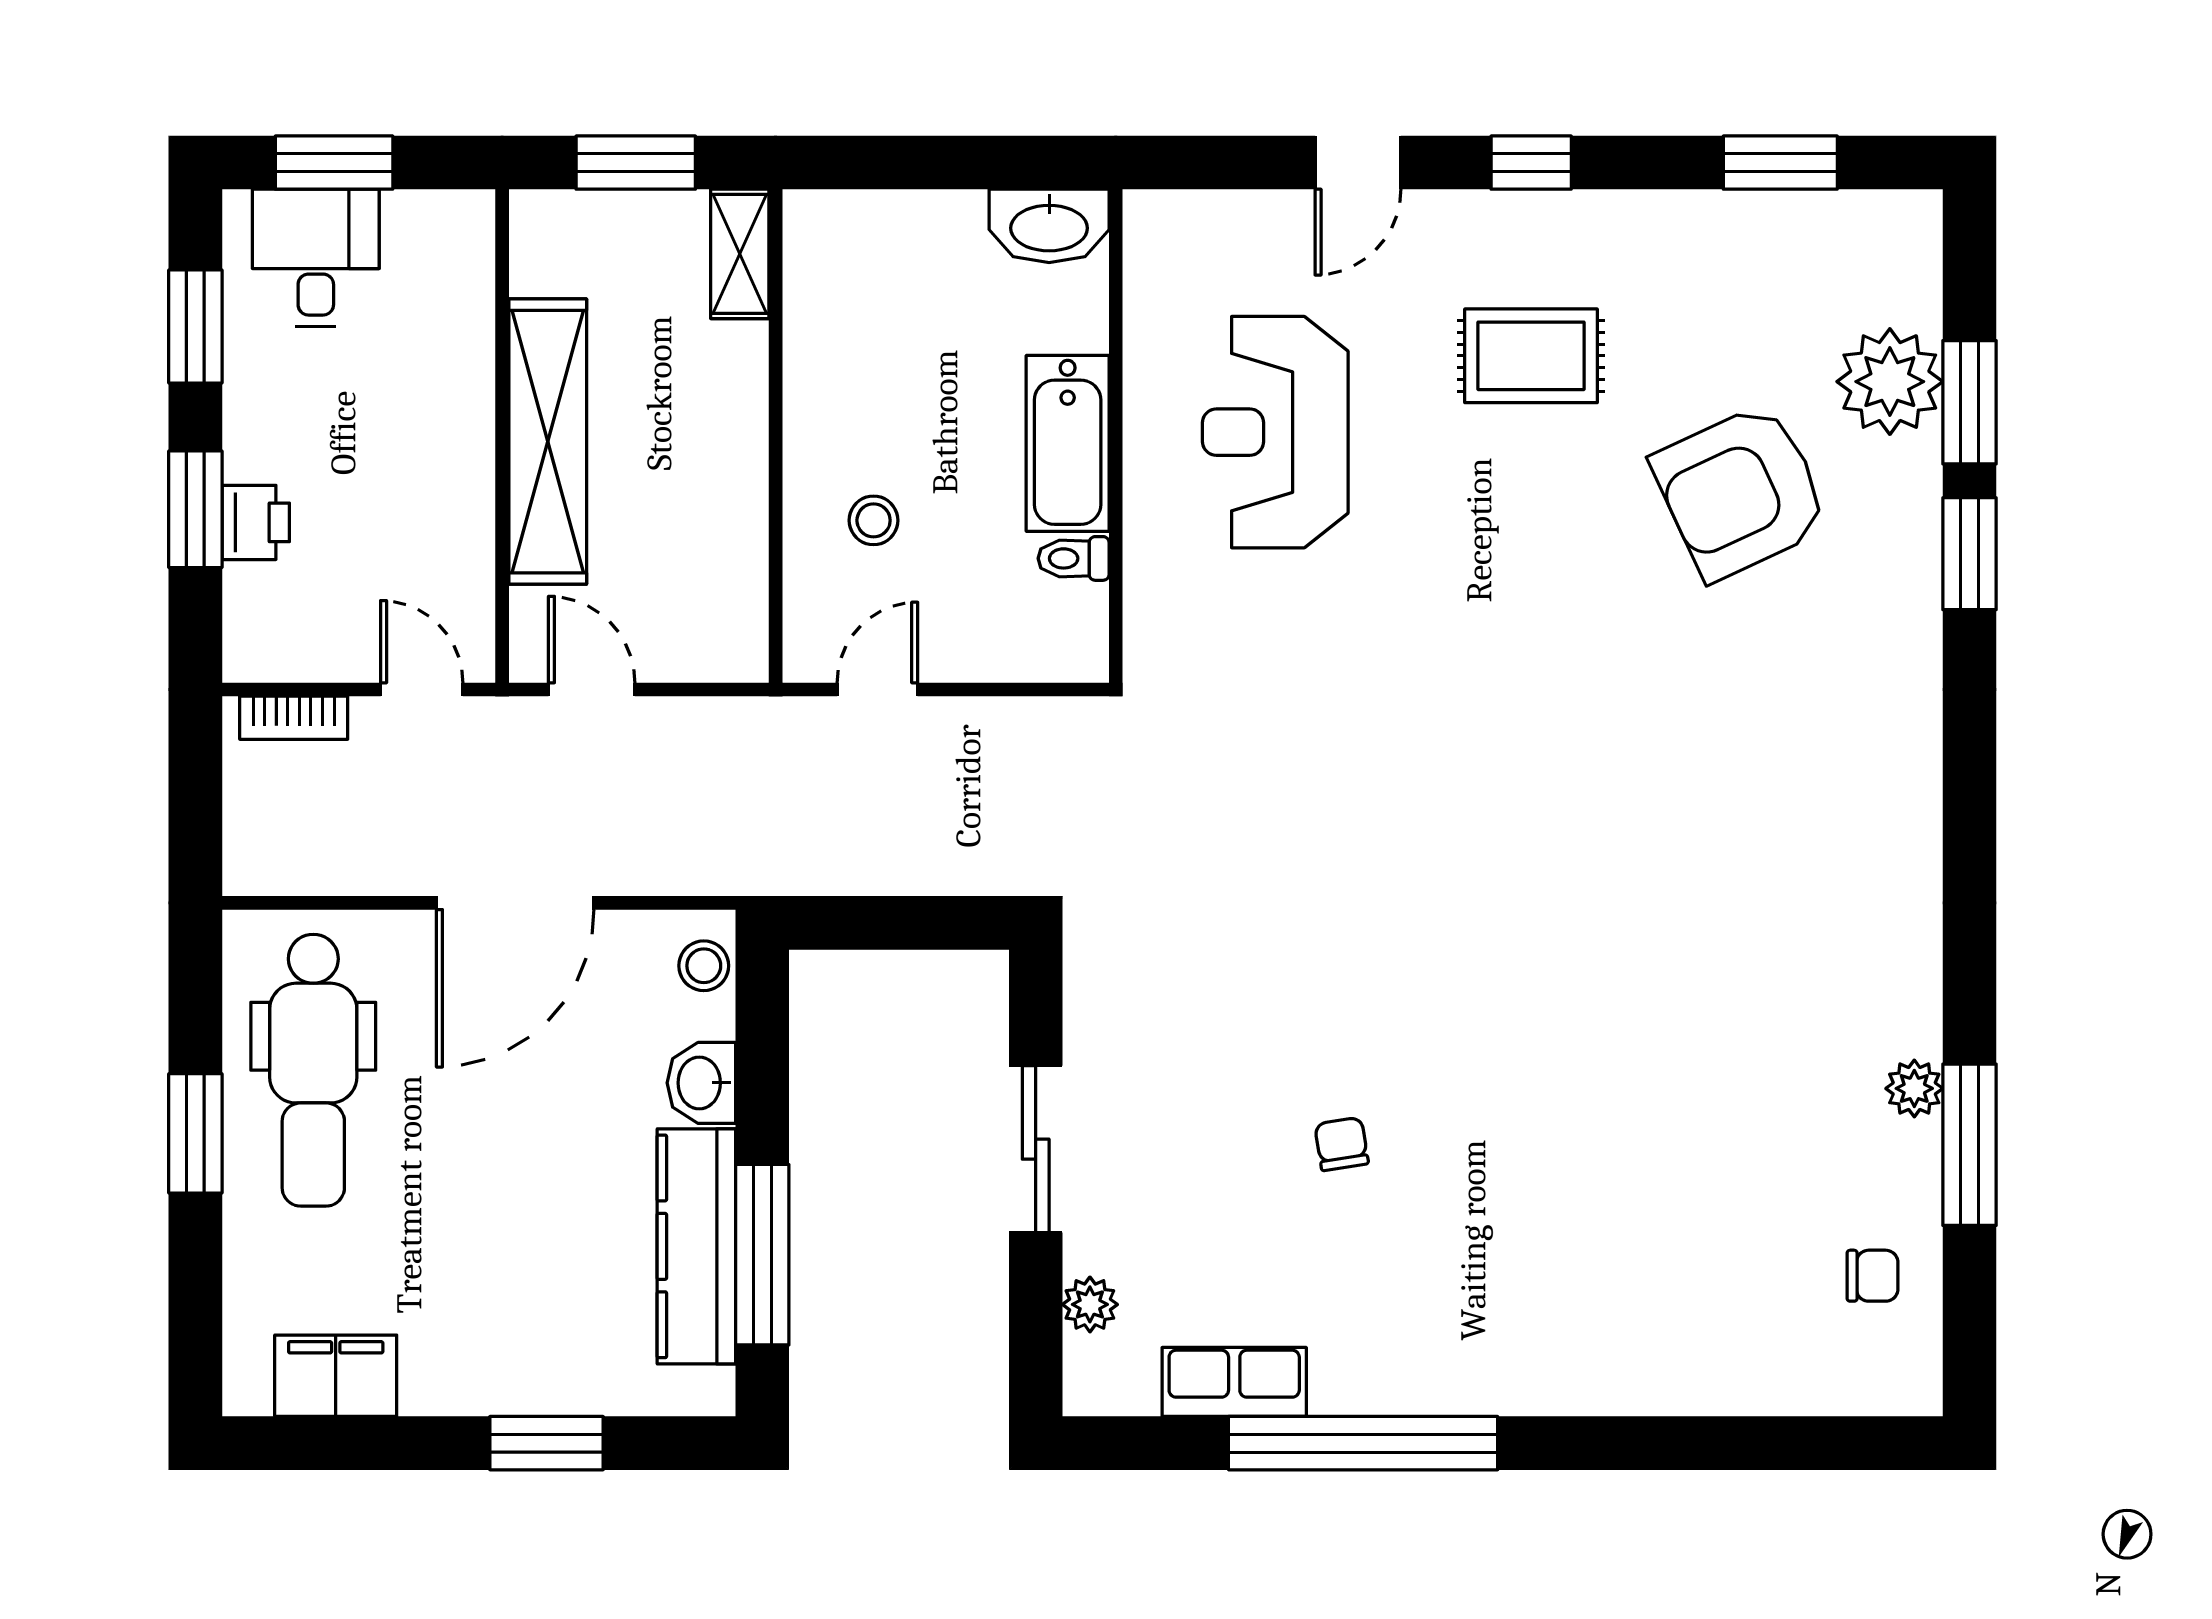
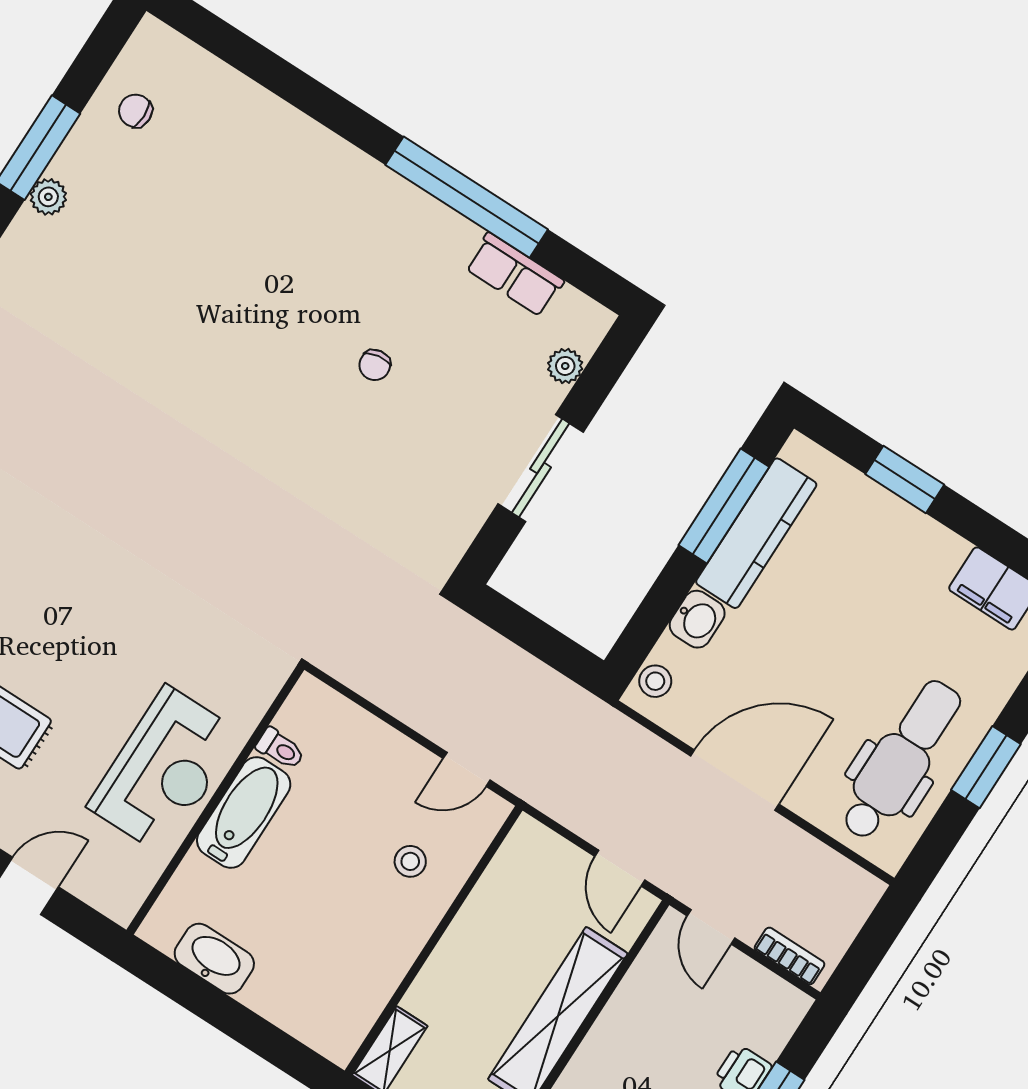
wall: (1116, 436) -> (215, 800), moved
bathtub: (1068, 443) -> (244, 813), moved
toilet: (1074, 558) -> (280, 749), moved

